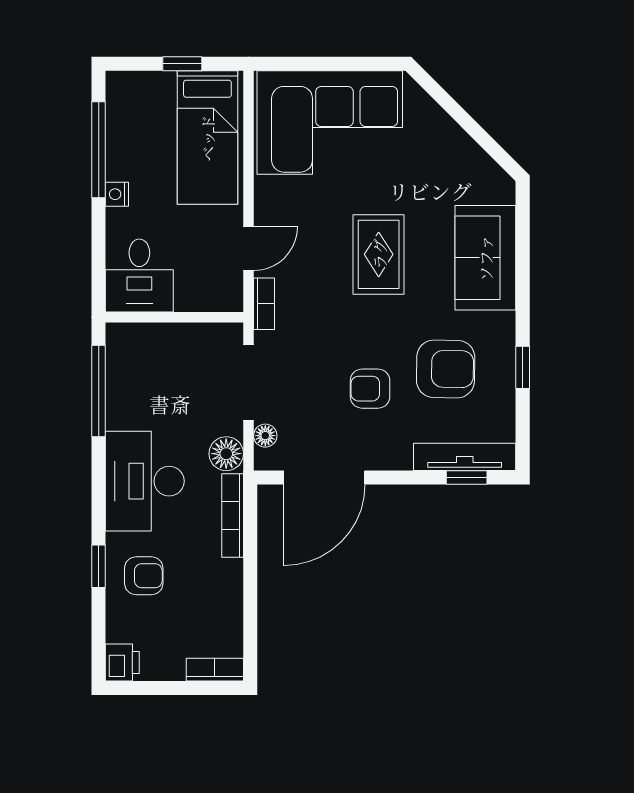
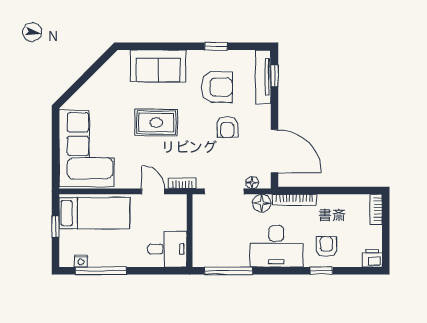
nightstand: (117, 194) -> (81, 261), moved
armchair: (446, 369) -> (217, 87), turned 89

